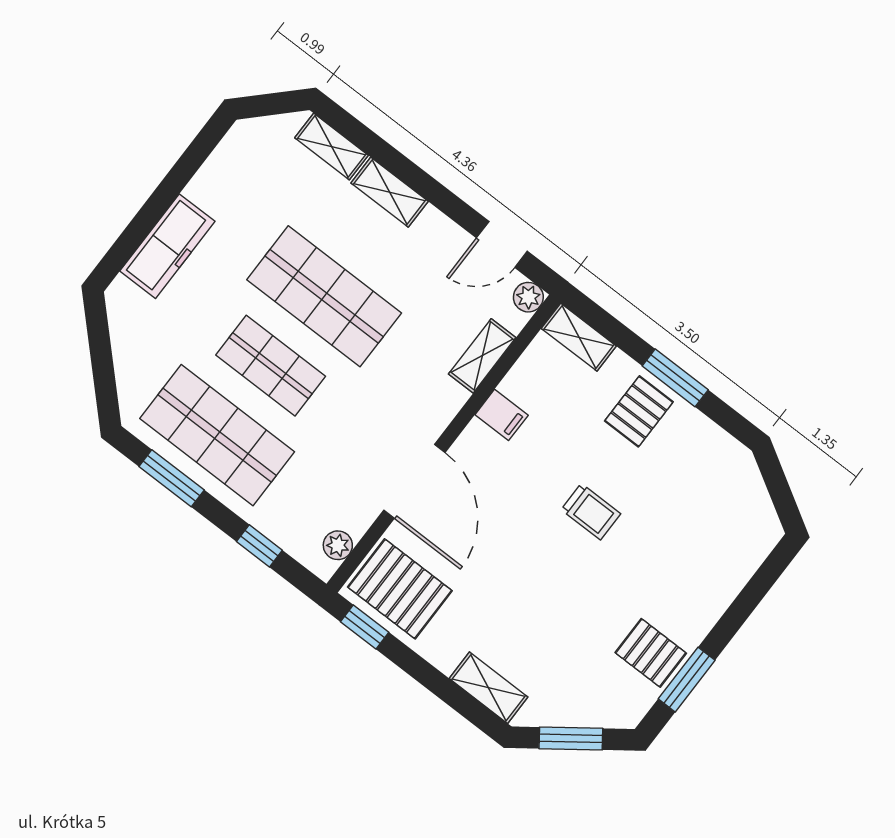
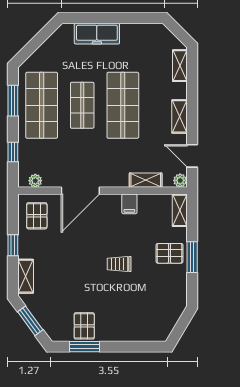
shelving: (390, 192) -> (180, 116), moved
trolley: (591, 512) -> (119, 264), turned 90
pallet: (400, 589) -> (37, 216), width x0.67, depth x0.71
window: (365, 627) -> (13, 245), moved

